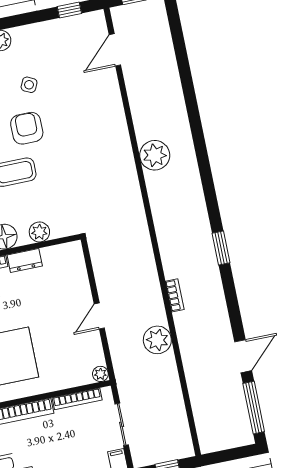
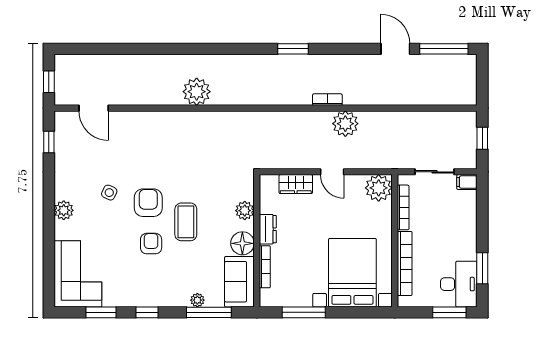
armchair: (27, 128) -> (148, 203), turned 90
wardrobe: (78, 280) -> (296, 184), added
plant: (157, 340) -> (345, 124), moved
plant: (100, 374) -> (379, 188), width x1.88, depth x1.88

